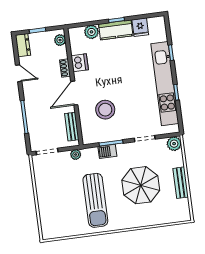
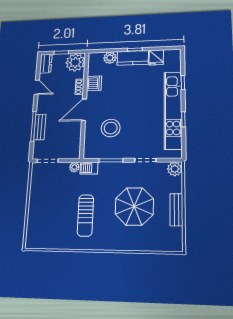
plant: (60, 40) -> (75, 62), width x1.87, depth x1.87
bench: (72, 127) -> (40, 127), moved
barbecue: (107, 151) -> (89, 168), moved
sun lounger: (95, 200) -> (85, 215), width x0.73, depth x0.75

